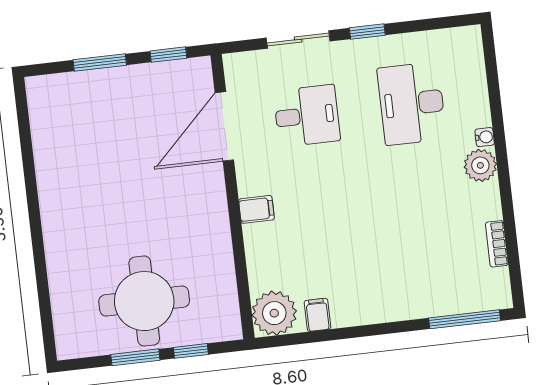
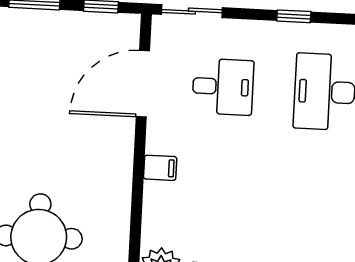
sliding door: (298, 40) -> (192, 11), moved

